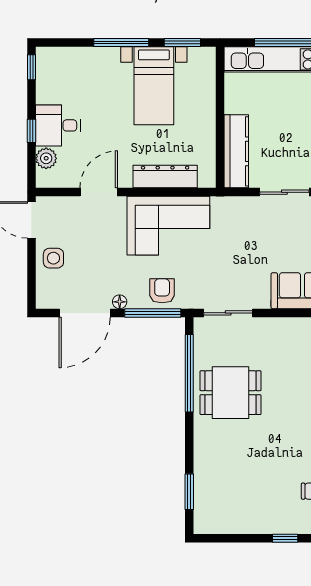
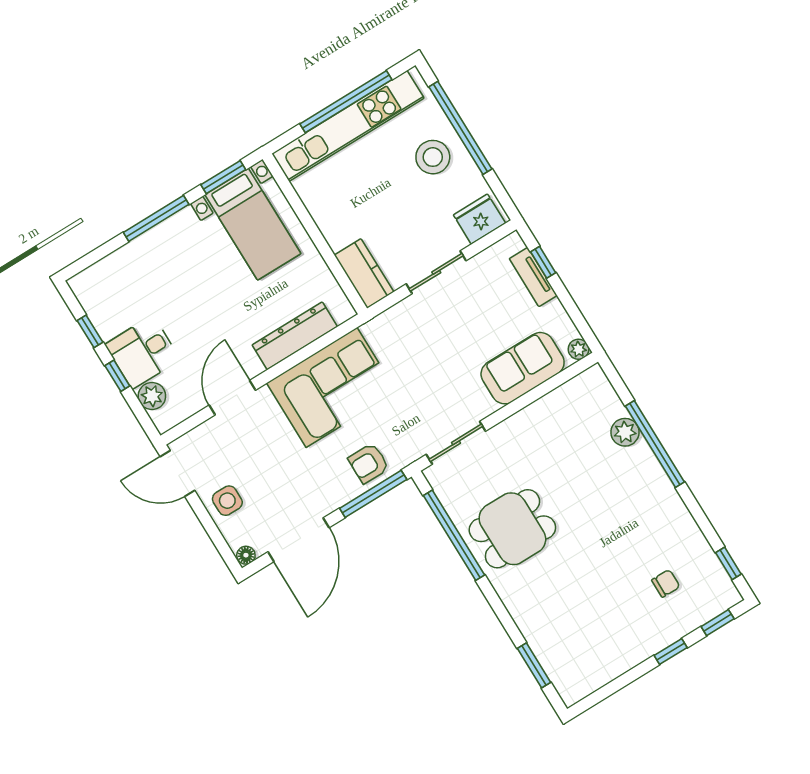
window: (31, 67) -> (90, 331), moved
bed with nightstands: (154, 86) -> (253, 224), moved
kitchen counter: (236, 151) -> (364, 273), width x0.67
armchair: (162, 291) -> (369, 463), turned -90
floor lamp: (120, 302) -> (246, 555), moved

